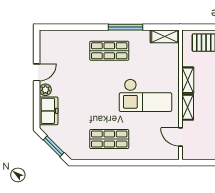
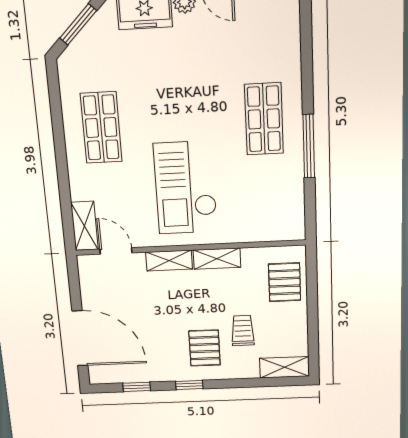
shelving: (165, 36) -> (84, 226), moved
door: (180, 137) -> (116, 251), hinge flipped

